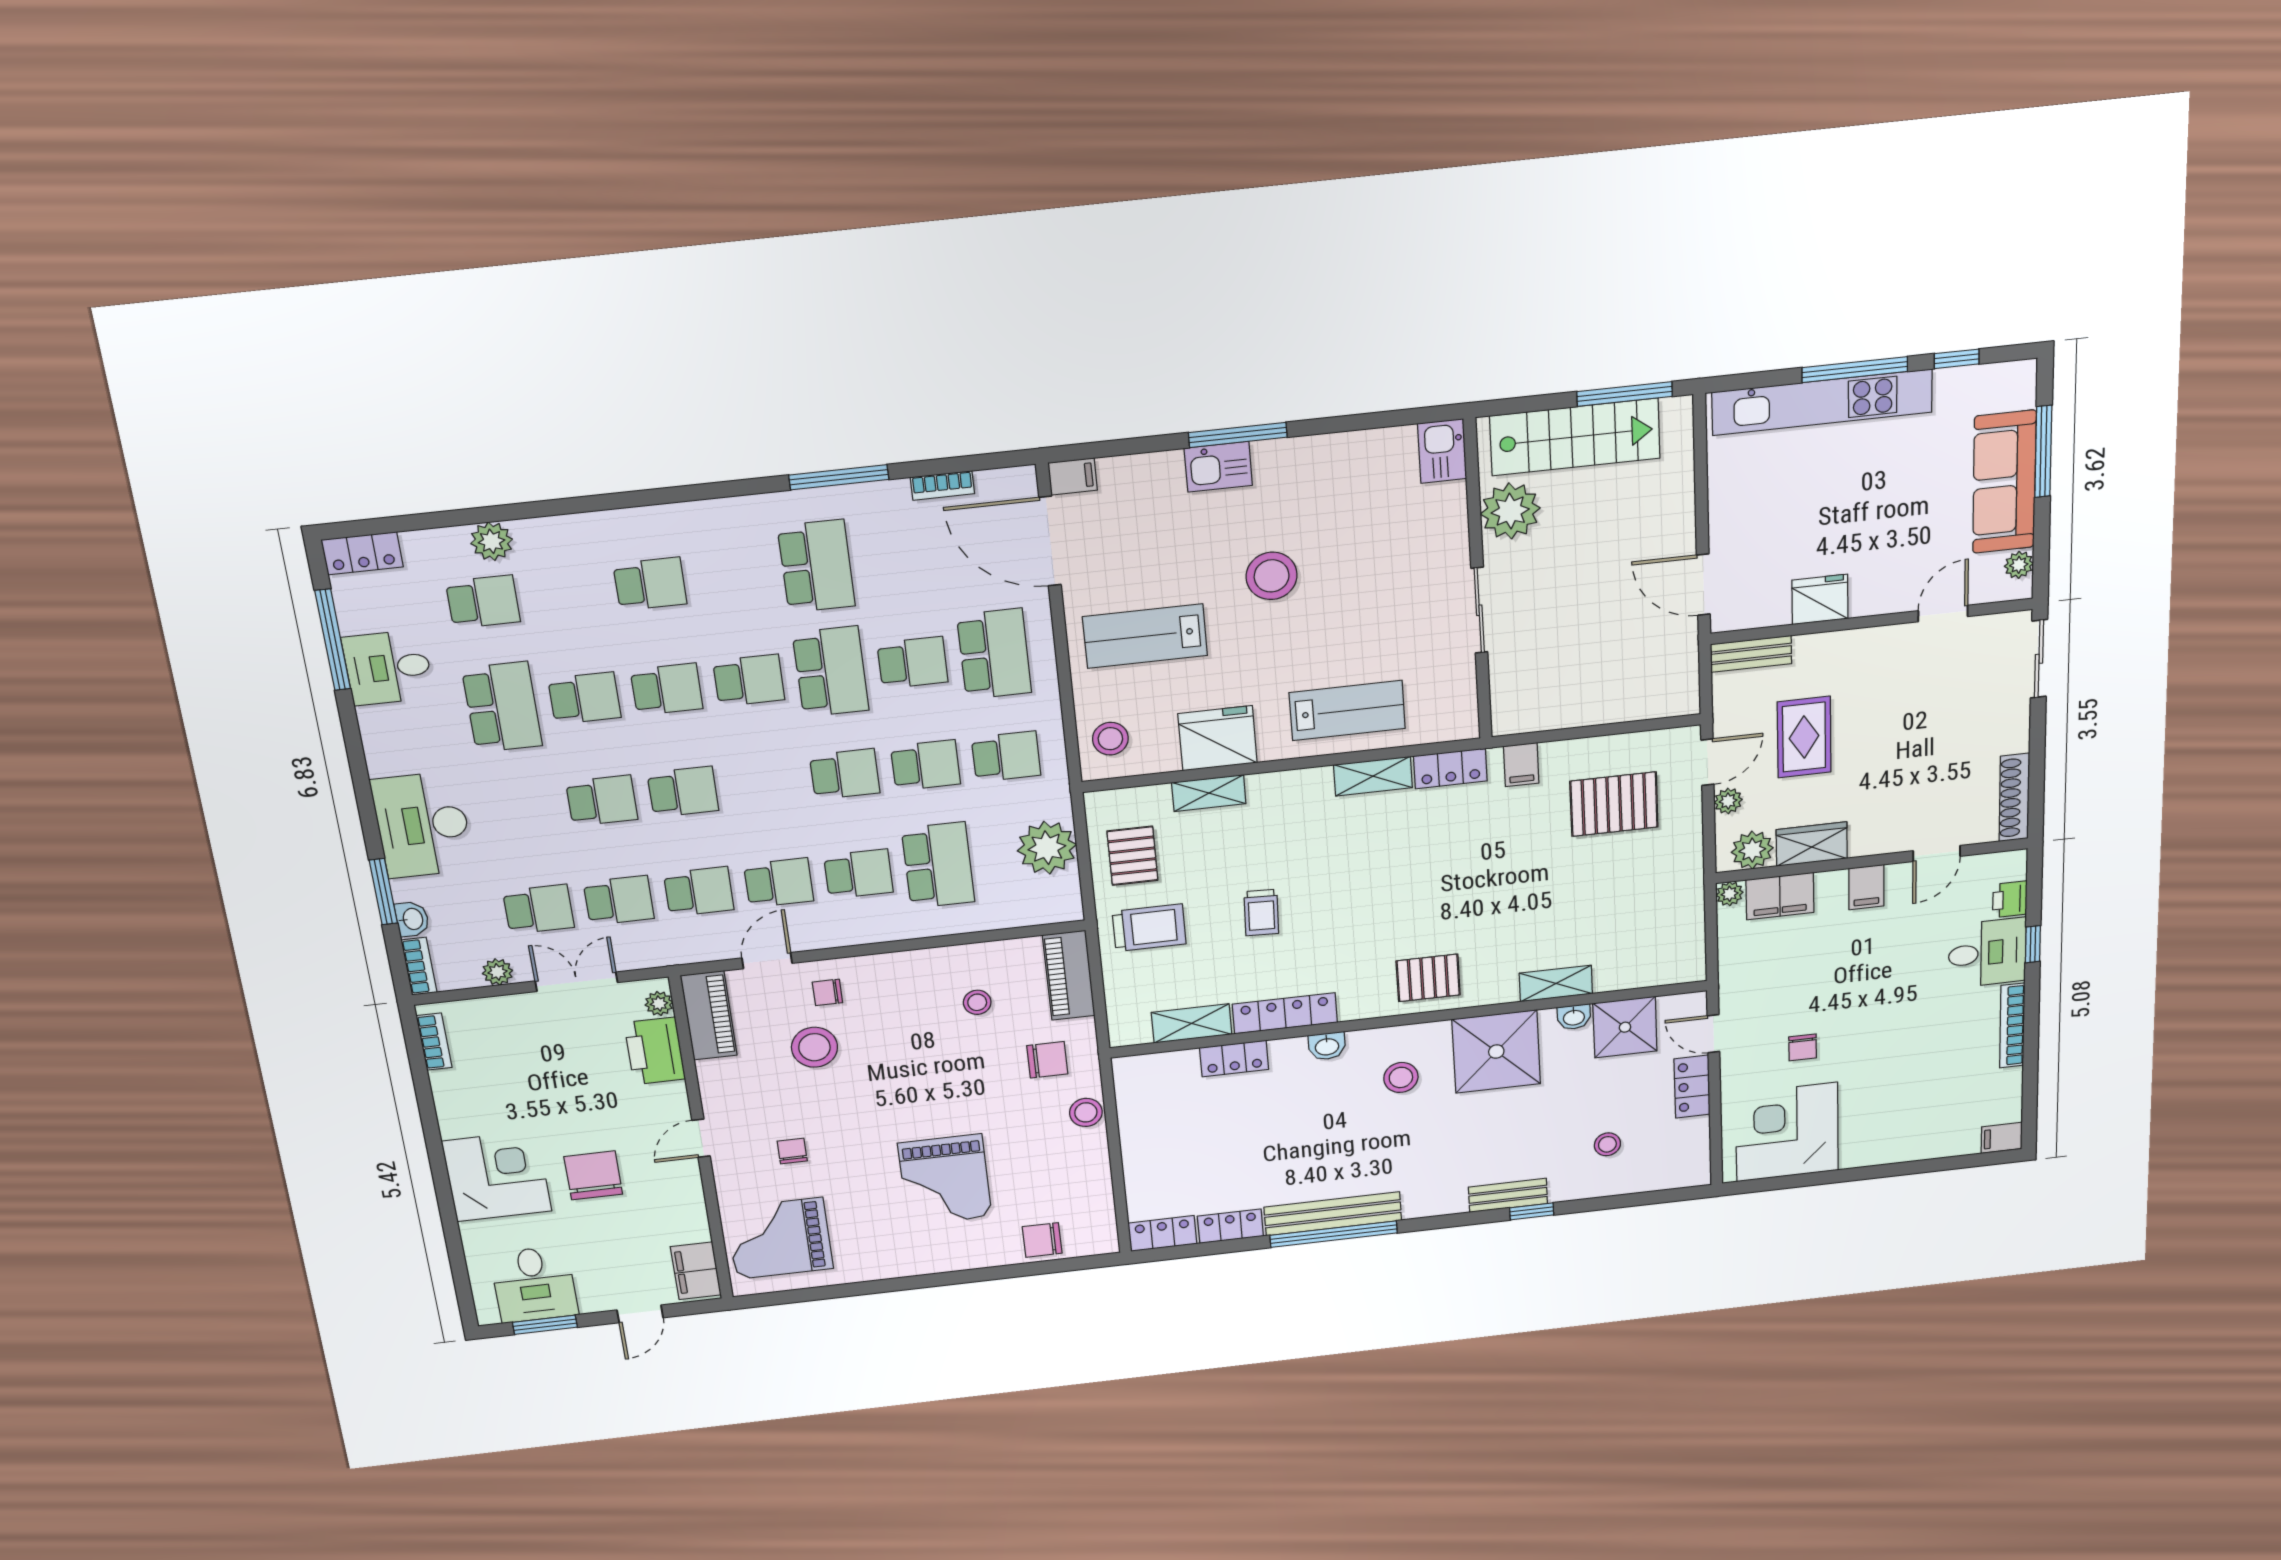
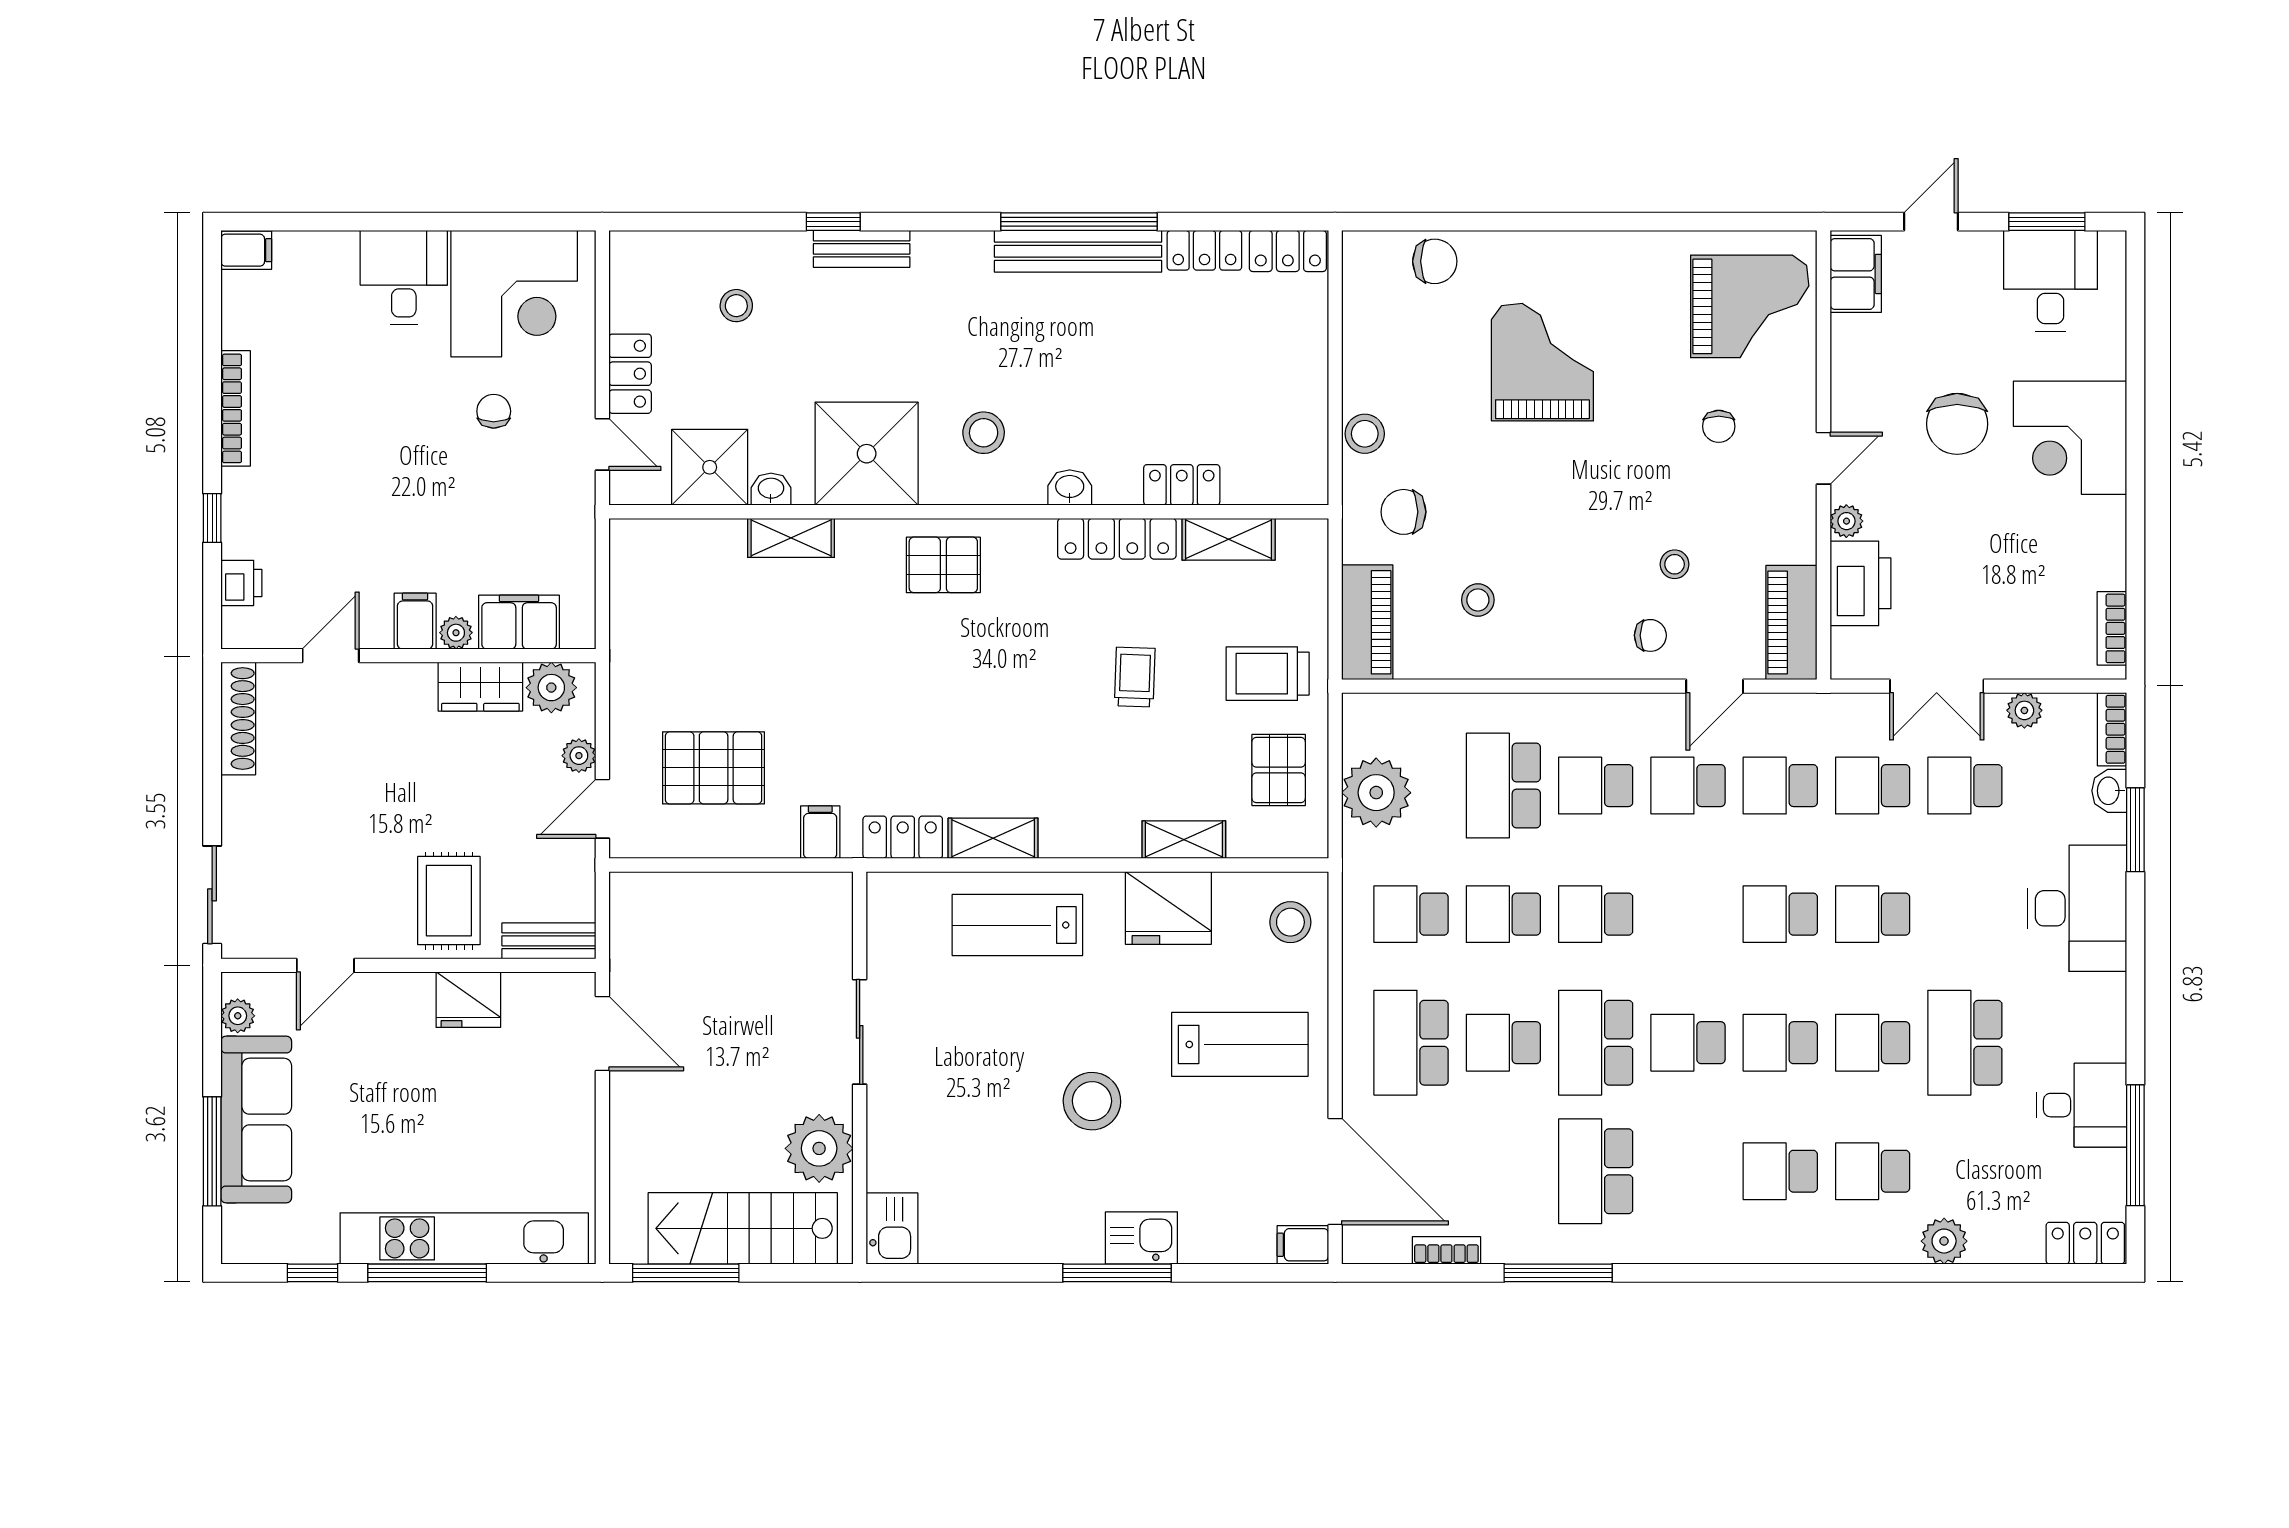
school desk: (483, 602) -> (1873, 1171), moved
rug: (1804, 737) -> (449, 901), moved
plant: (1730, 894) -> (456, 633), moved
desk: (1987, 953) -> (404, 277), moved, turned 90
plant: (659, 1004) -> (1846, 521), moved
stool: (814, 1047) -> (1675, 564), width x0.53, depth x0.53

